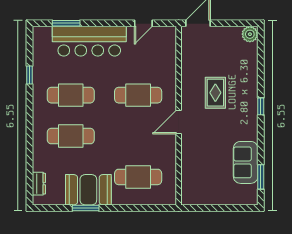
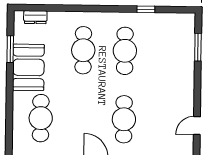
door: (143, 23) -> (197, 126), hinge flipped
bar counter: (89, 41) -> (179, 70), removed
window: (86, 208) -> (10, 49), moved

